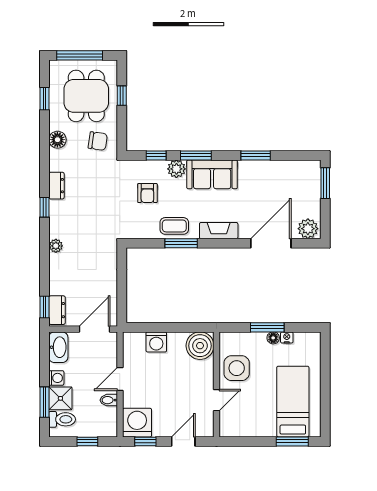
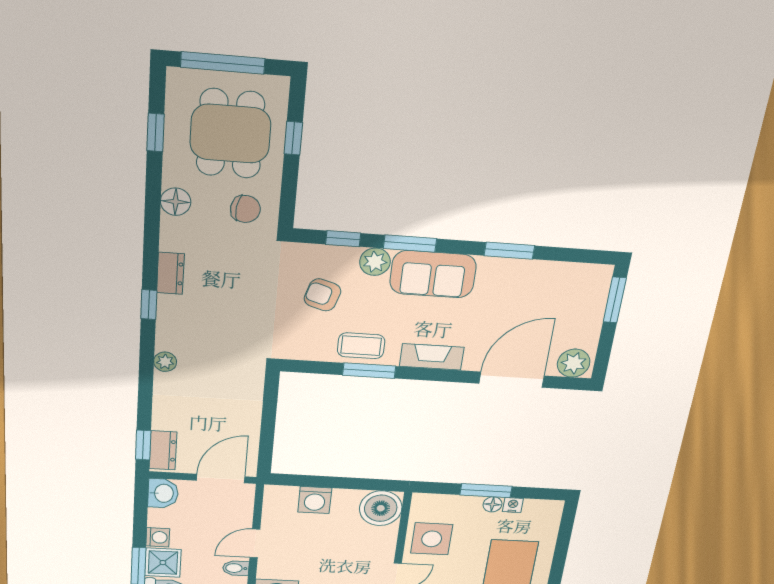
armchair: (147, 193) -> (322, 295), turned 107
washbasin: (58, 347) -> (163, 493), width x0.72

